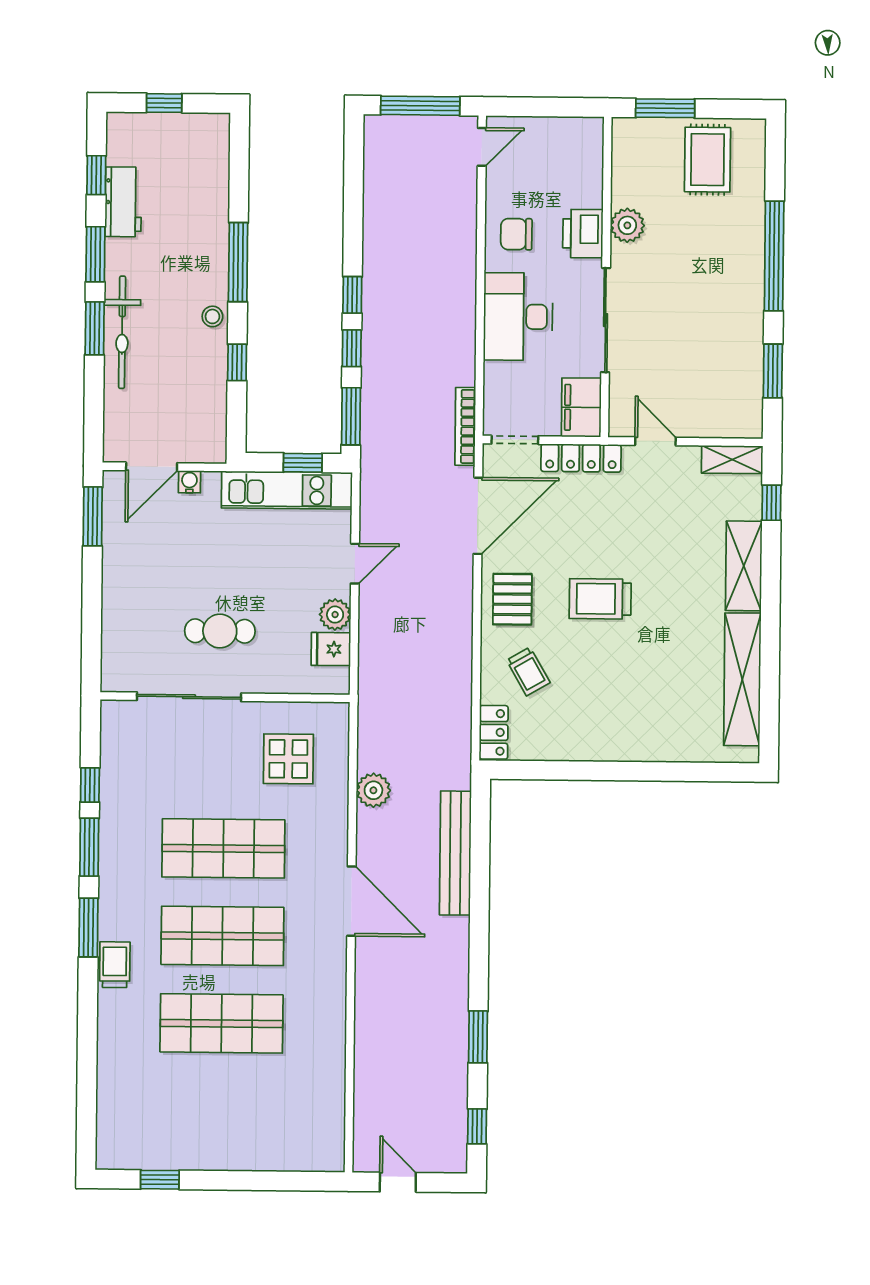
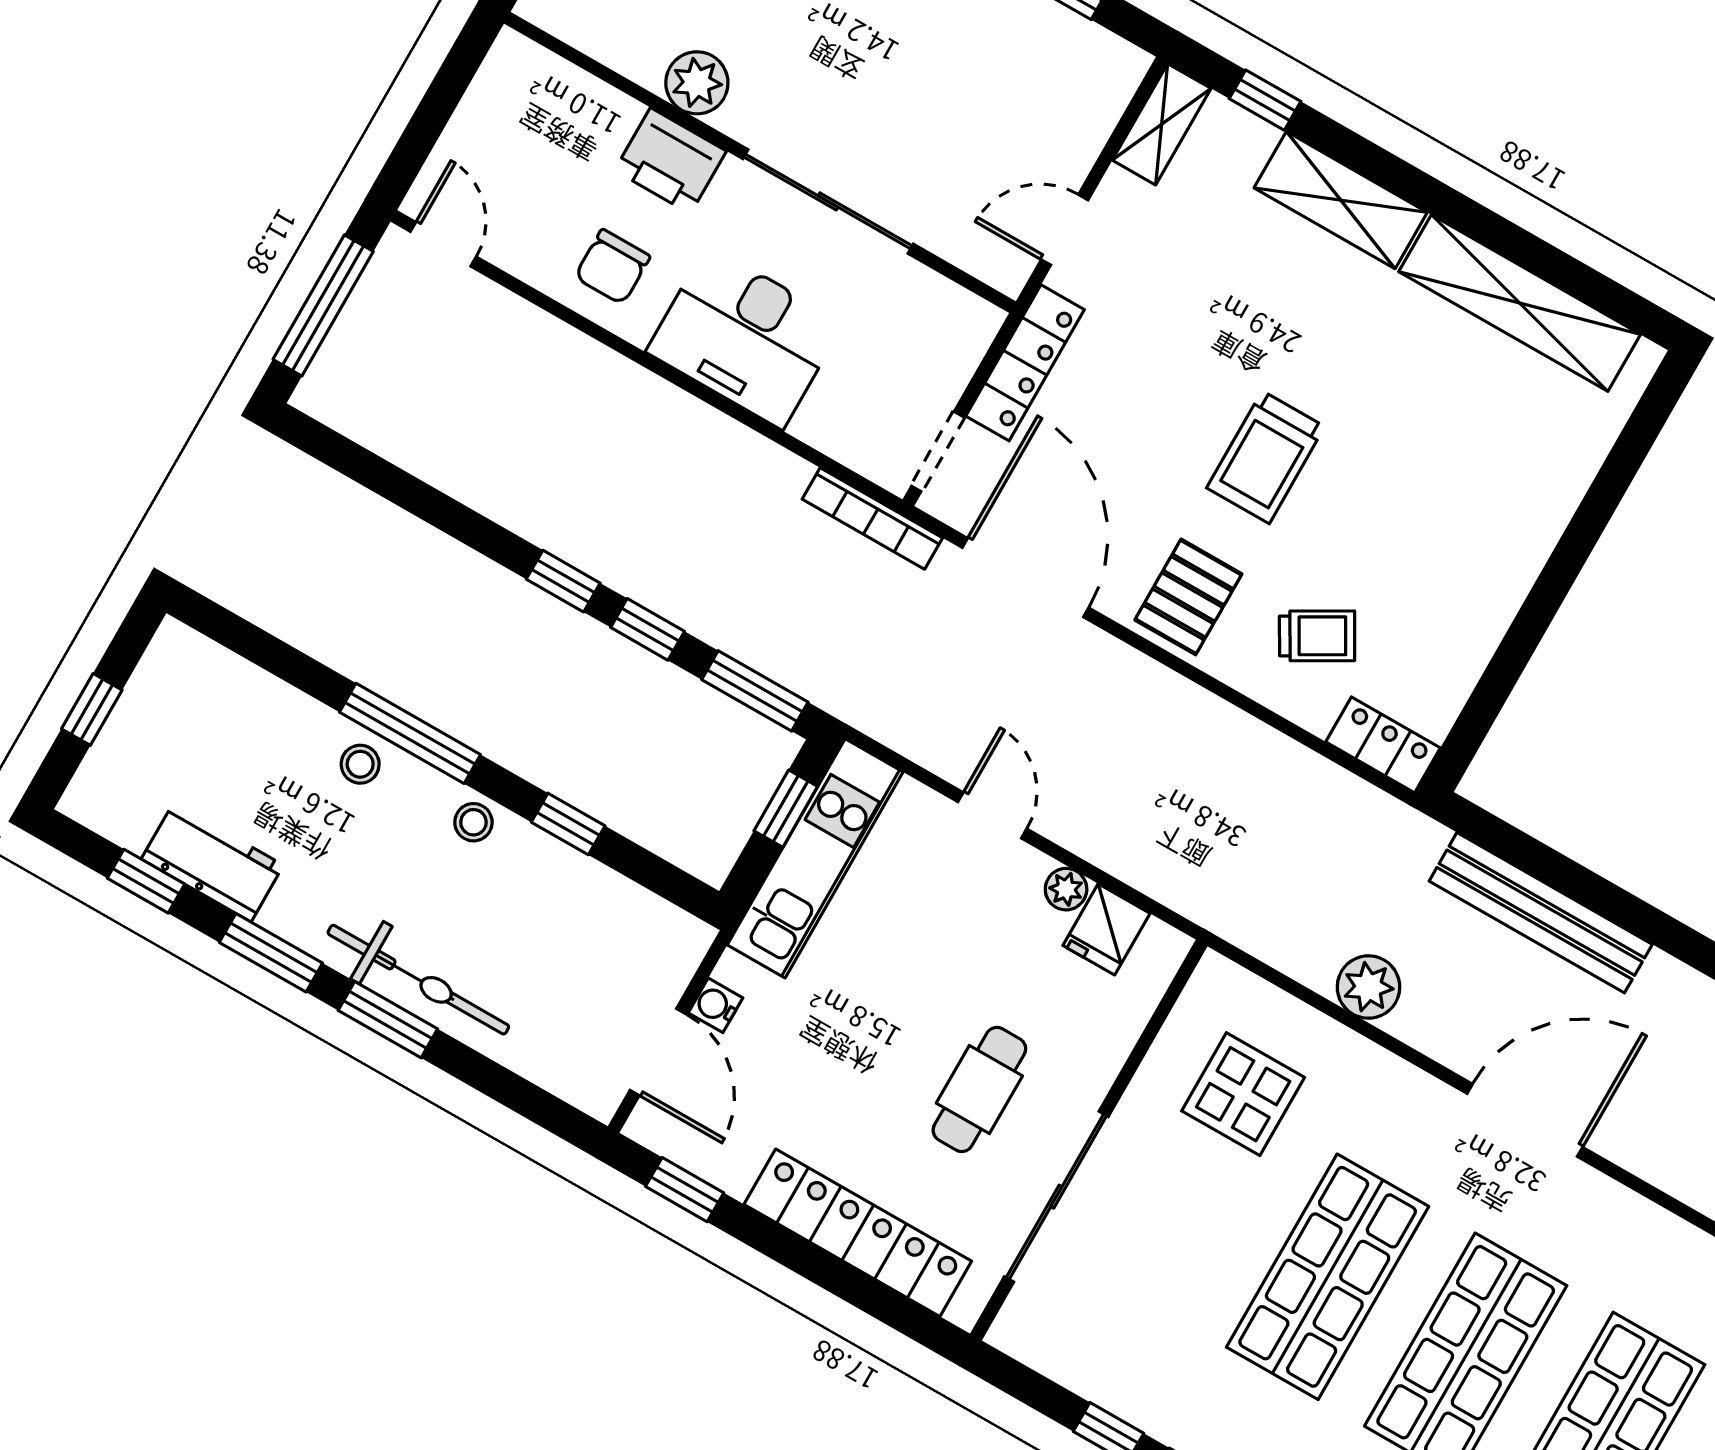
stool: (210, 247) -> (360, 764), added
filing cabinet: (581, 407) -> (945, 317), removed
window: (93, 516) -> (685, 1190), width x0.67
pallet: (512, 599) -> (1188, 597), turned 90
locker: (118, 611) -> (858, 1233), added
plant: (335, 615) -> (1066, 889), width x0.73, depth x0.73

